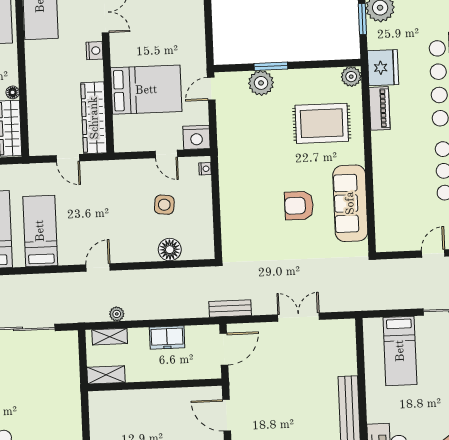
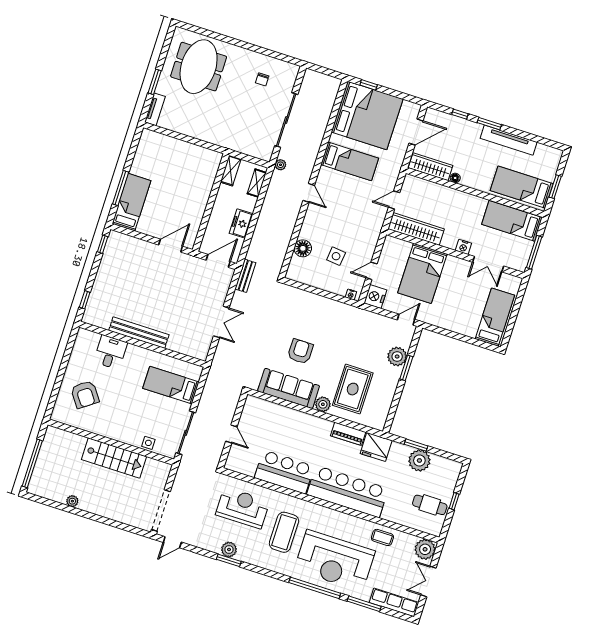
plant: (351, 77) -> (323, 404), moved
door: (211, 89) -> (406, 320), hinge flipped
plant: (117, 314) -> (280, 165), moved
door: (224, 349) -> (218, 261), swing flipped

